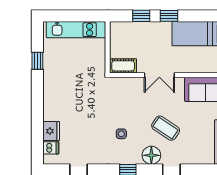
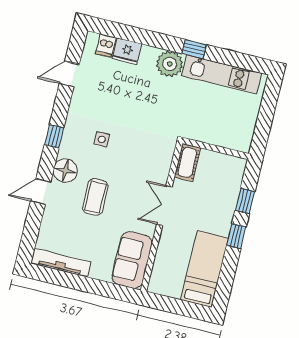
kitchen unit: (76, 30) -> (222, 74), moved, turned -90
window: (37, 61) -> (194, 49), moved
plant: (53, 97) -> (170, 64), added
coffee table: (166, 128) -> (95, 197), turned -34

